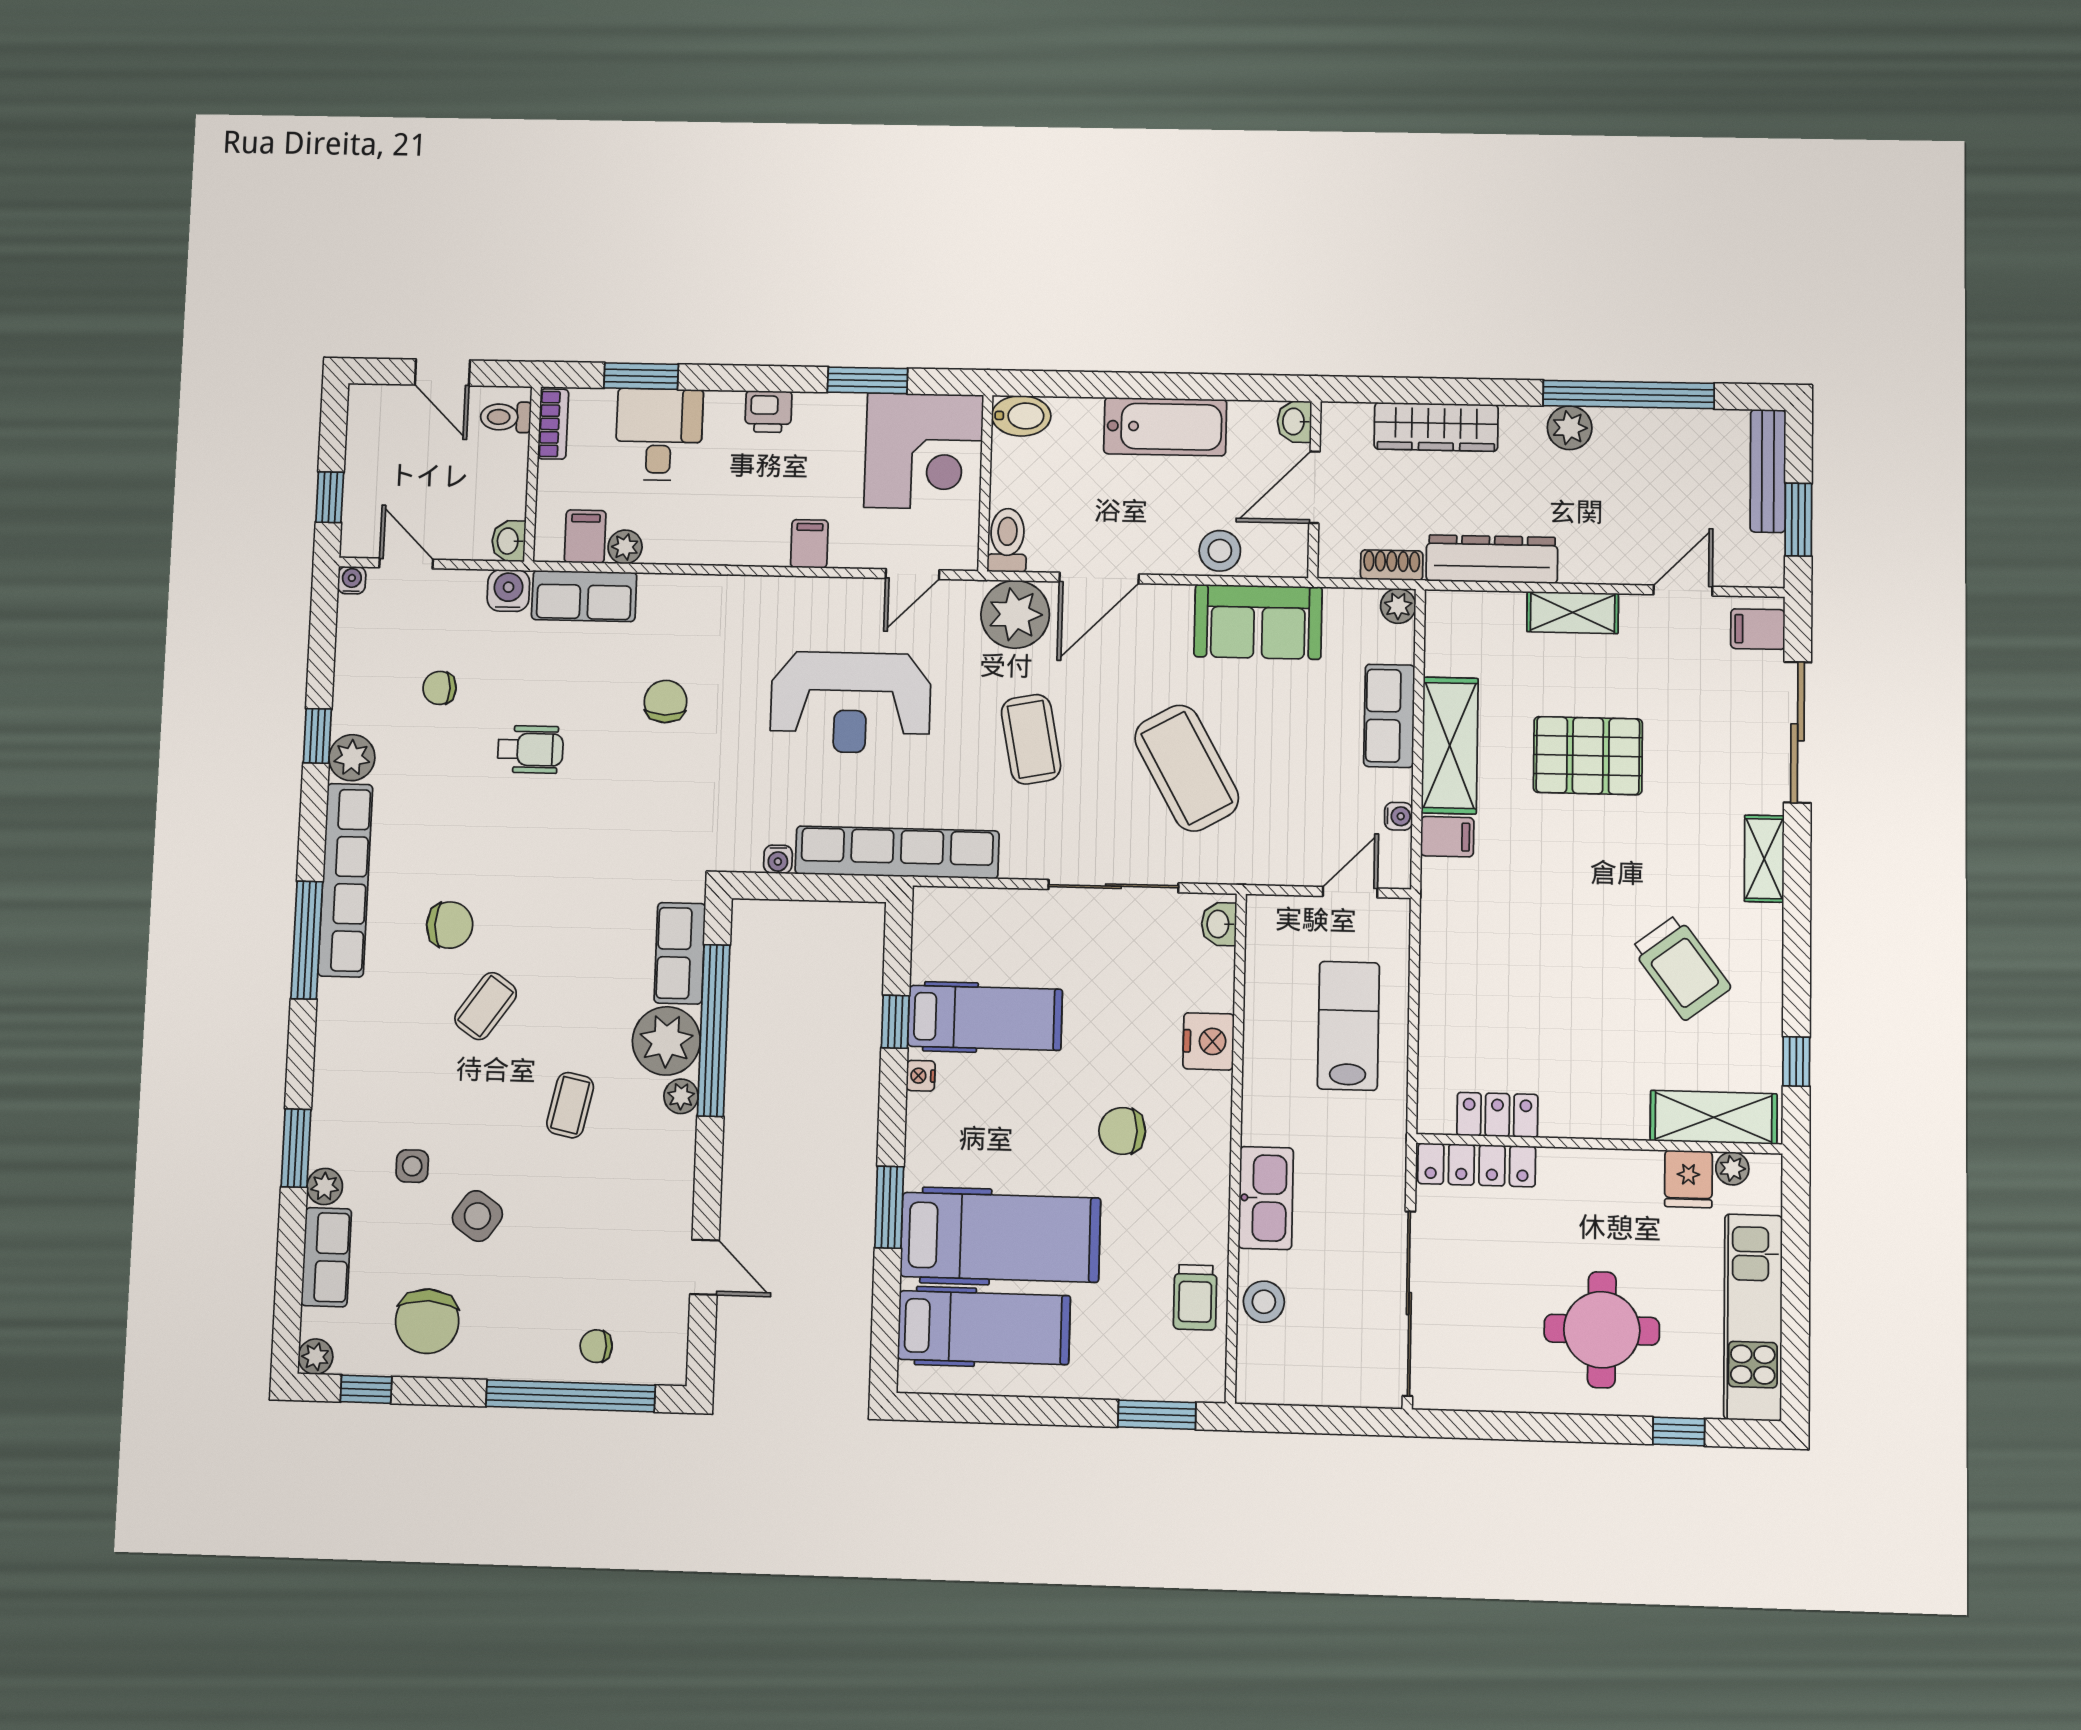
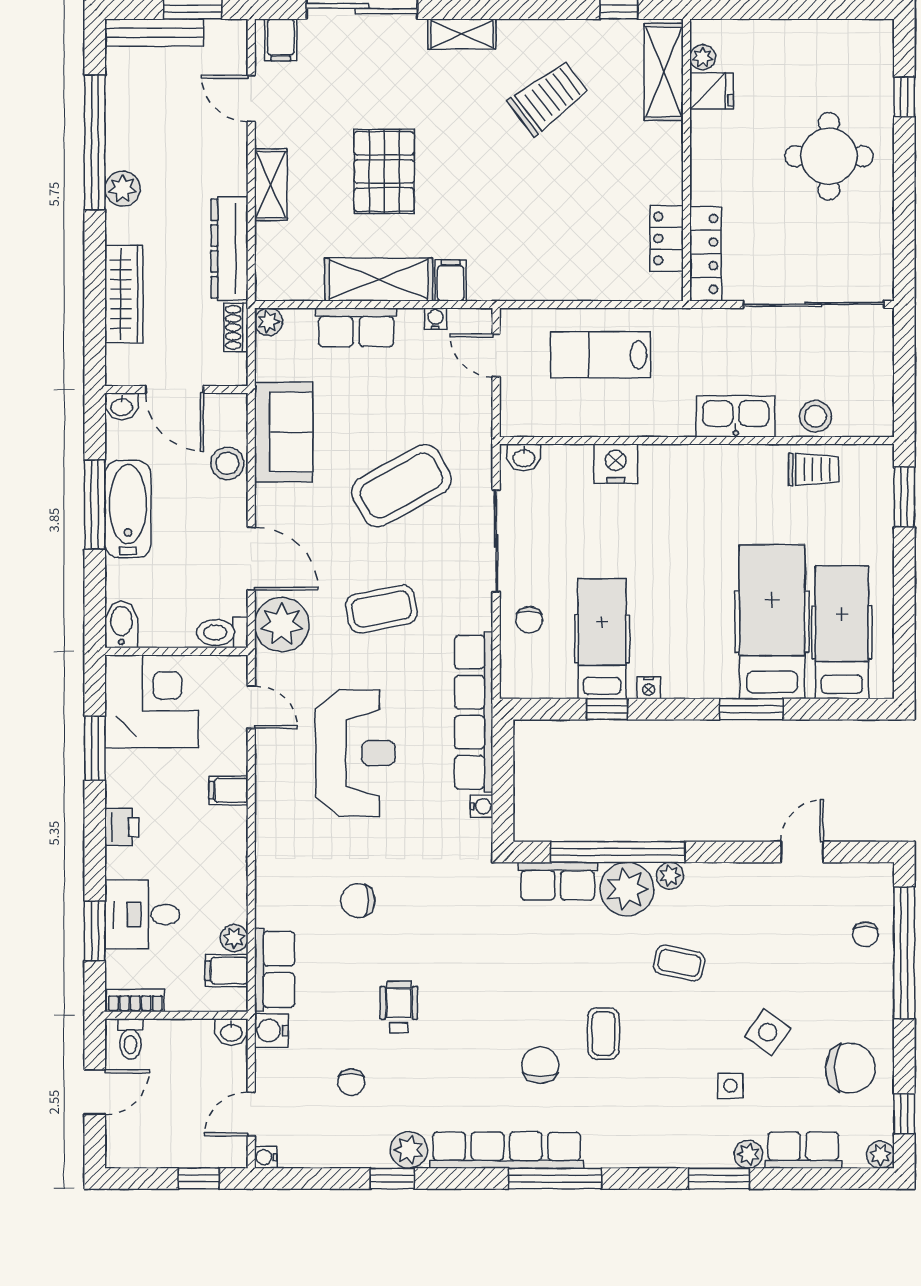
window: (1172, 386) -> (95, 504), added
coffee table: (486, 1006) -> (603, 1033), turned 55
chair: (1122, 1131) -> (529, 620), moved, width x0.73, depth x0.73
kitchen unit: (1753, 1317) -> (816, 41), removed

